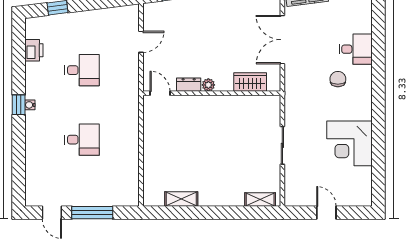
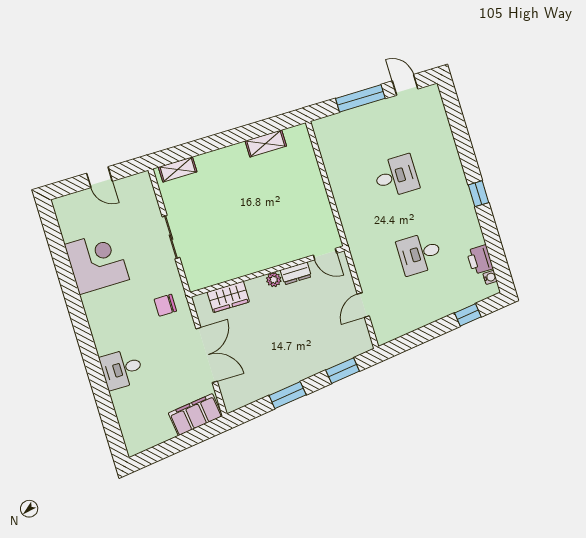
chair: (338, 79) -> (165, 305), moved, turned 90
water cooler: (30, 105) -> (490, 277), moved
desk: (82, 140) -> (396, 176), turned 180

